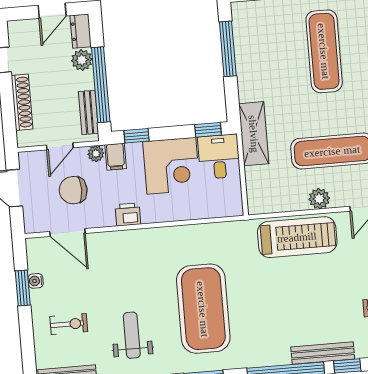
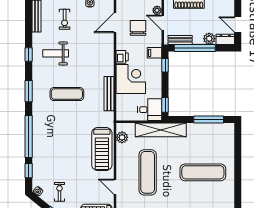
shelving: (254, 134) -> (161, 130), width x1.47
plant: (96, 154) -> (157, 10), moved
corner desk: (171, 166) -> (131, 79), moved, turned 180
plant: (319, 199) -> (122, 137), moved
exercise mat: (203, 309) -> (67, 94), width x0.50, depth x0.69
weight bench: (132, 335) -> (56, 53), turned 180
bench: (323, 353) -> (109, 94), moved

